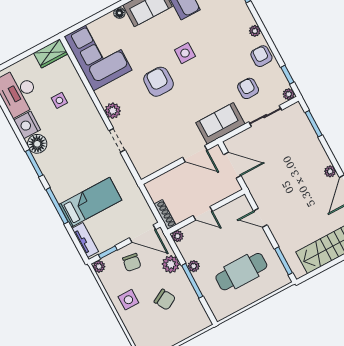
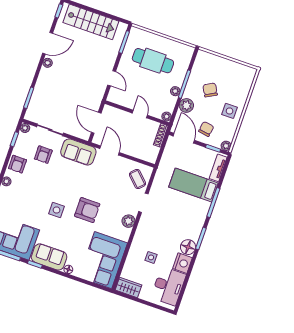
armchair: (159, 82) -> (87, 210), turned -90
coffee table: (144, 155) -> (138, 179), added

